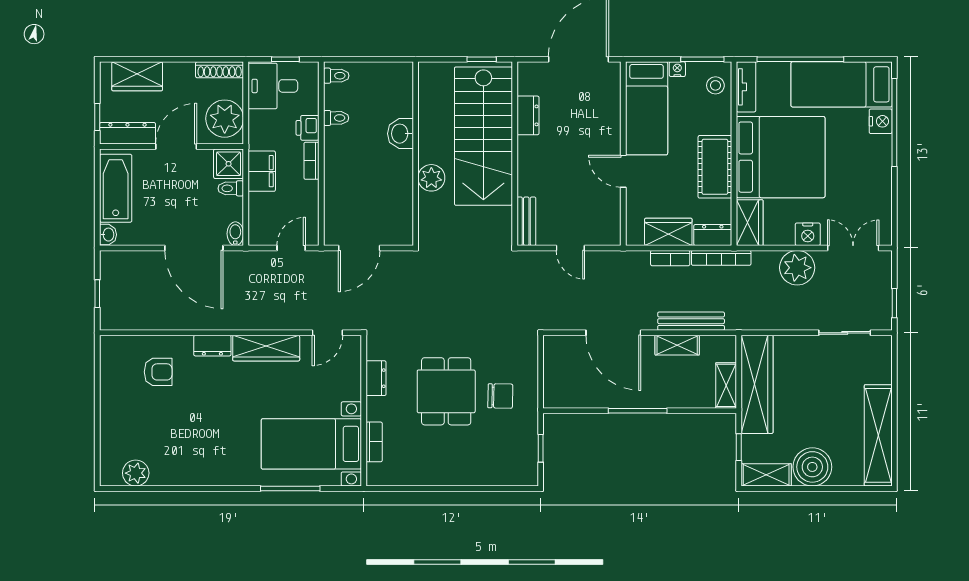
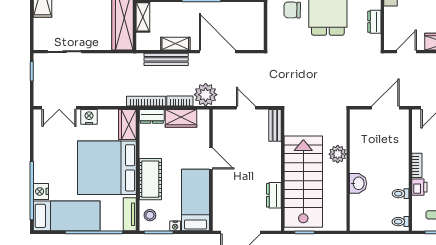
cot: (715, 167) -> (150, 179), moved
plant: (797, 268) -> (206, 95), moved

